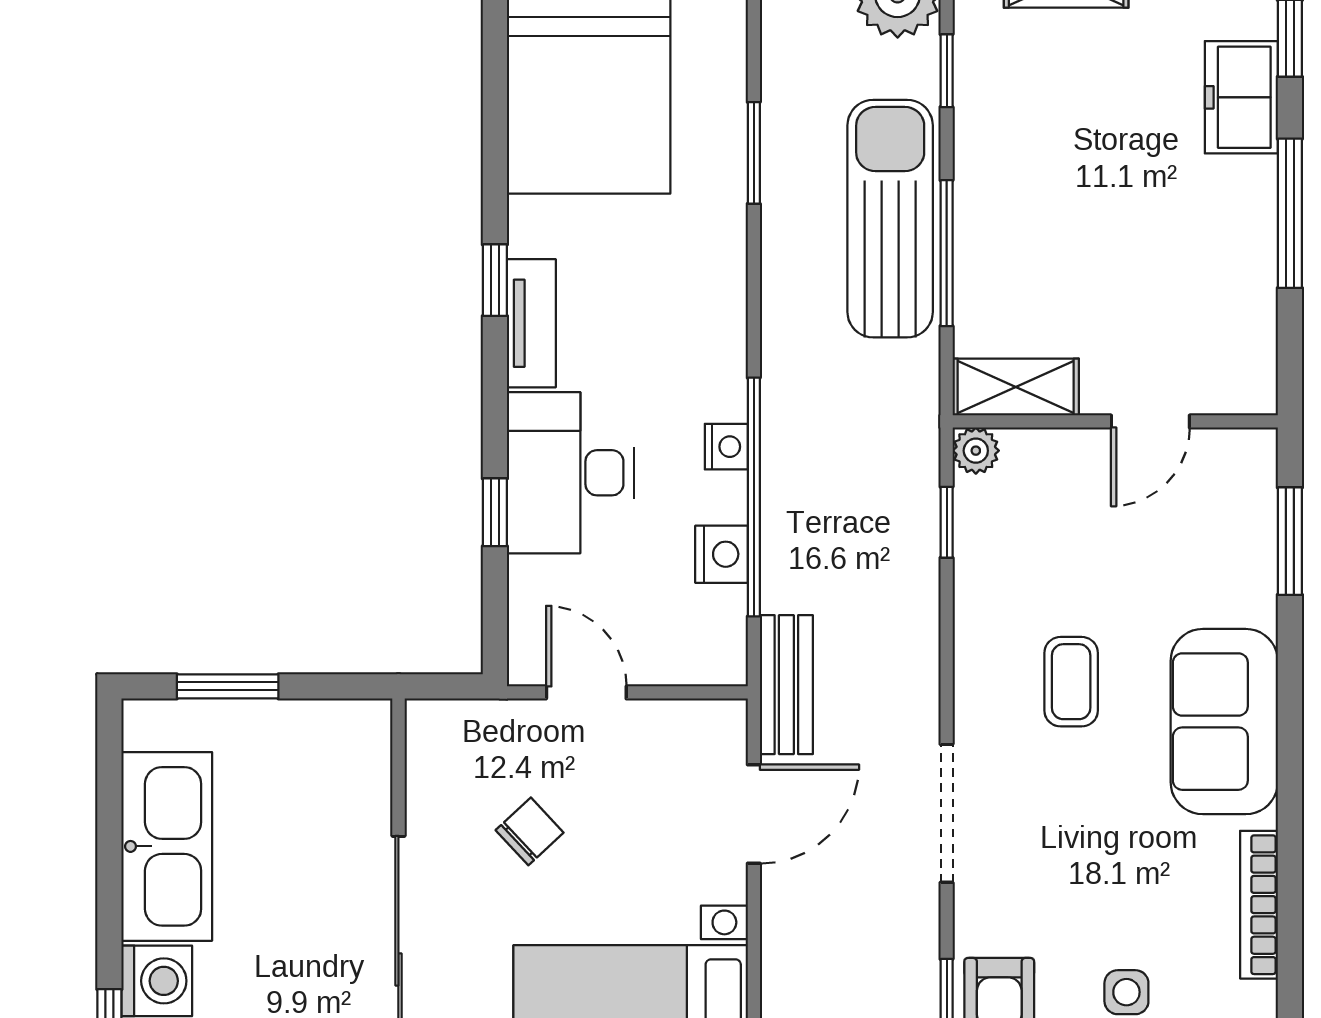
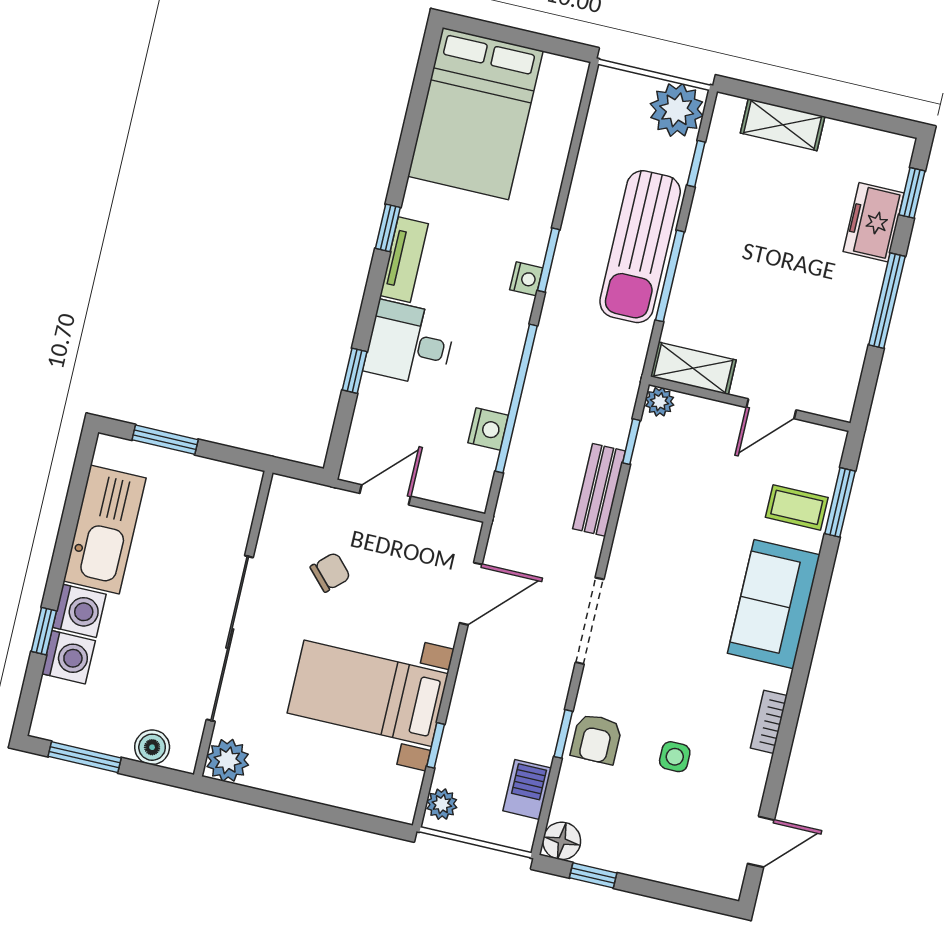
window: (754, 153) -> (549, 260), moved
sun lounger: (890, 219) -> (640, 247), turned 180
nightstand: (726, 447) -> (526, 279), moved
desk: (570, 473) -> (410, 344), width x0.73
coffee table: (1071, 682) -> (797, 507), moved, turned 90
bench: (786, 685) -> (599, 490), moved
door: (586, 692) -> (385, 495), hinge flipped
bookcase: (1259, 905) -> (769, 722), width x0.64

